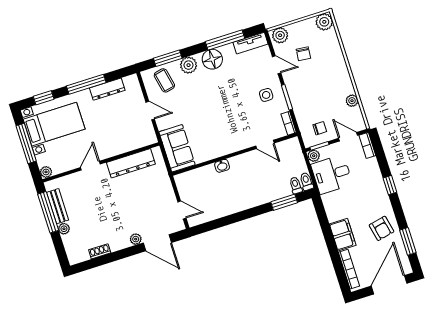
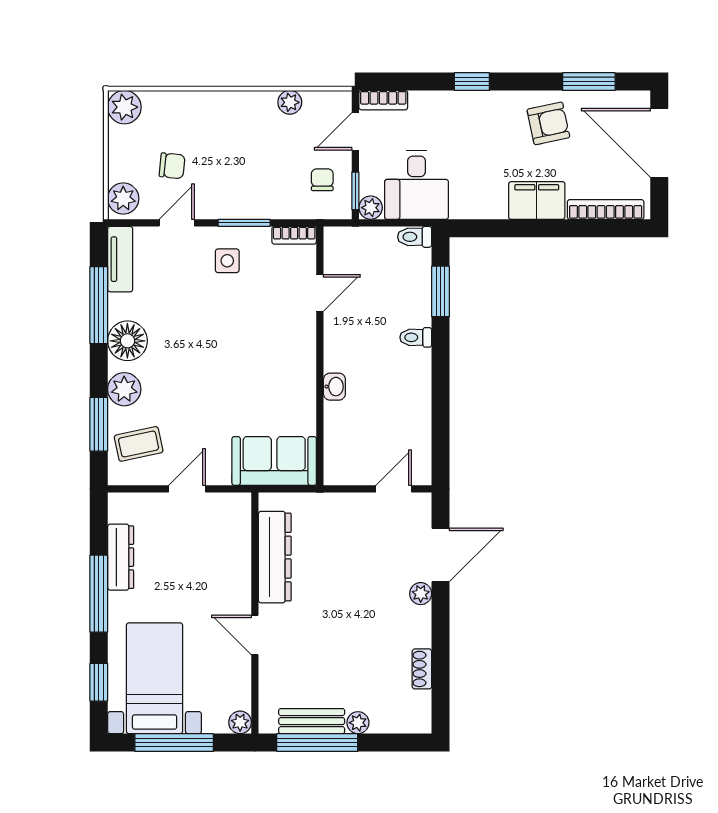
toilet: (296, 185) -> (416, 337), moved

